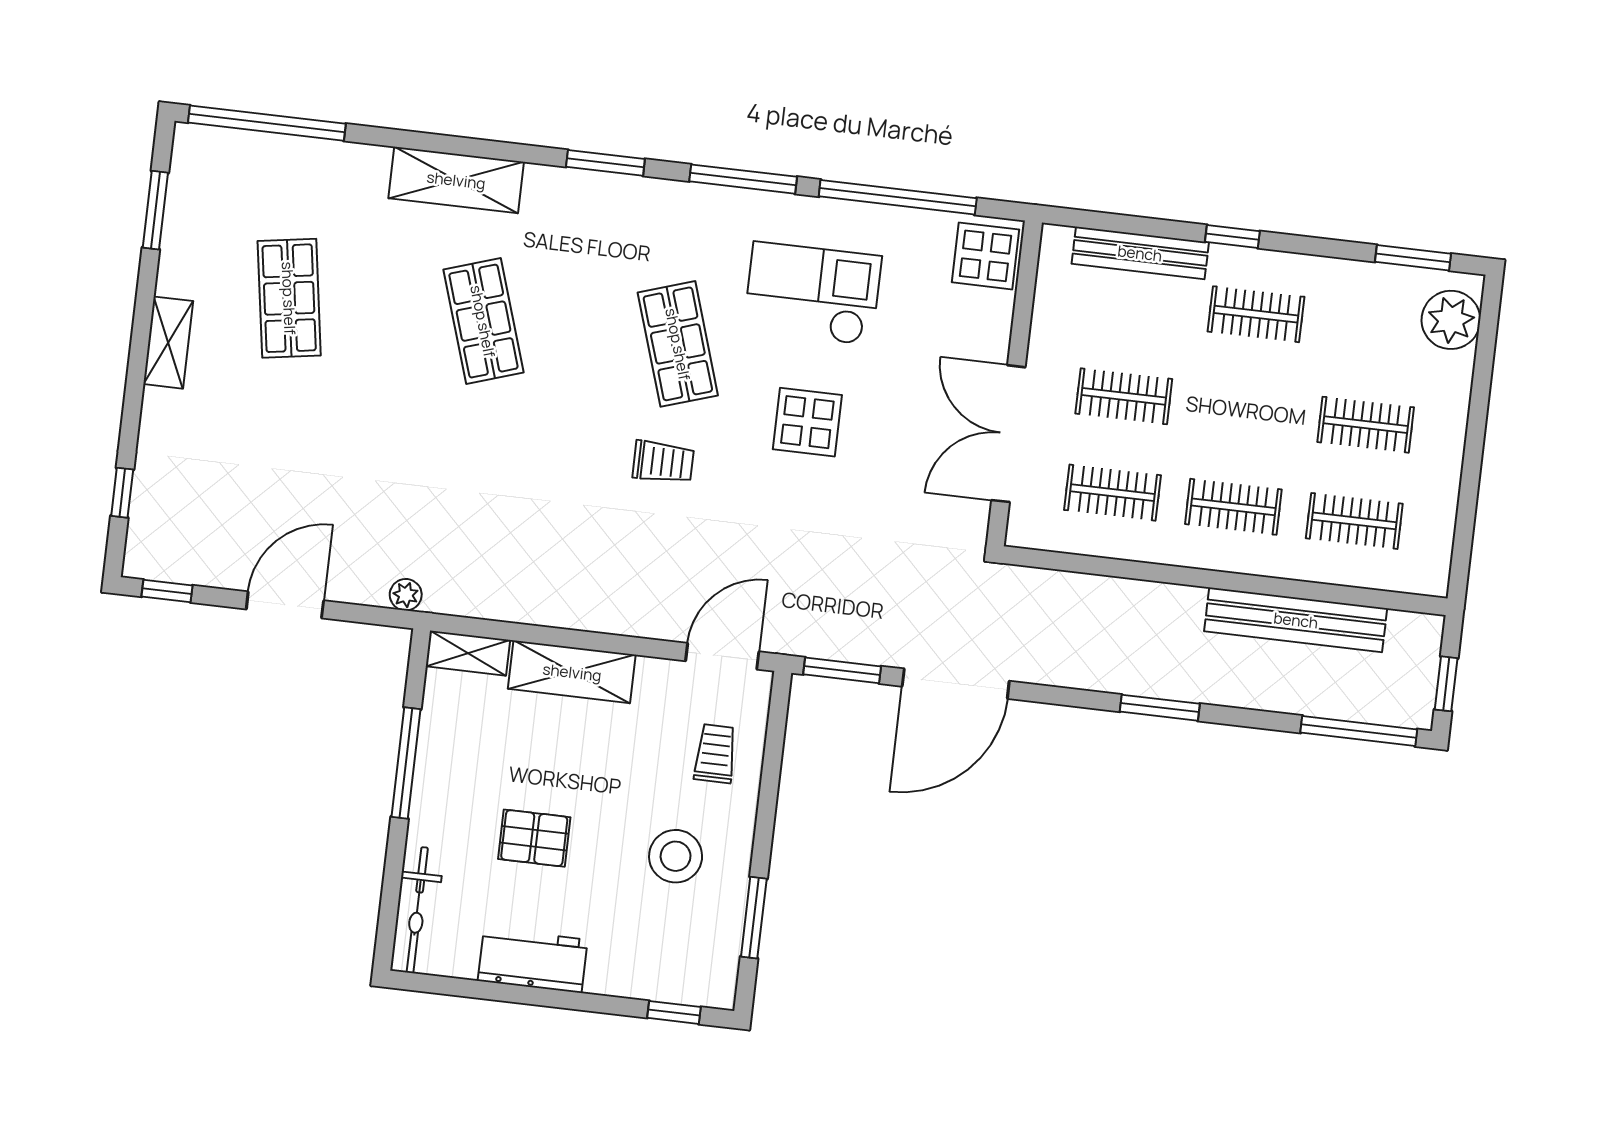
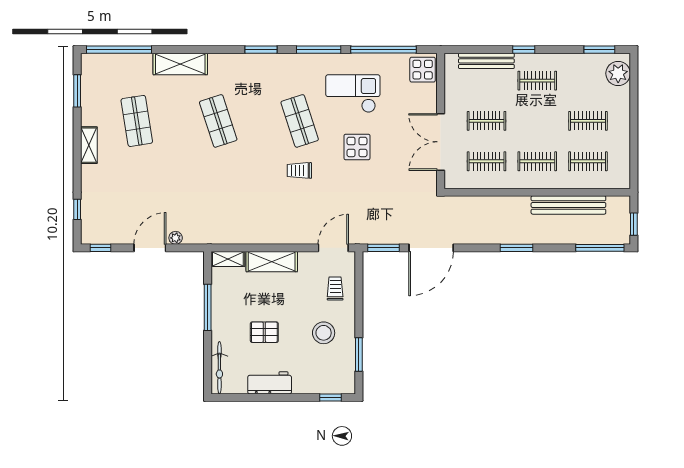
shelving: (456, 180) -> (180, 64), moved
trolley: (663, 462) -> (299, 170), turned 180
plant: (406, 595) -> (176, 238), moved

